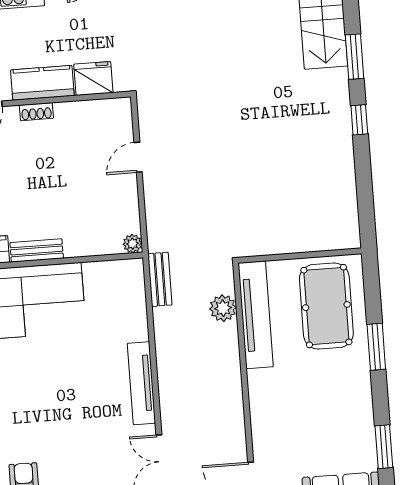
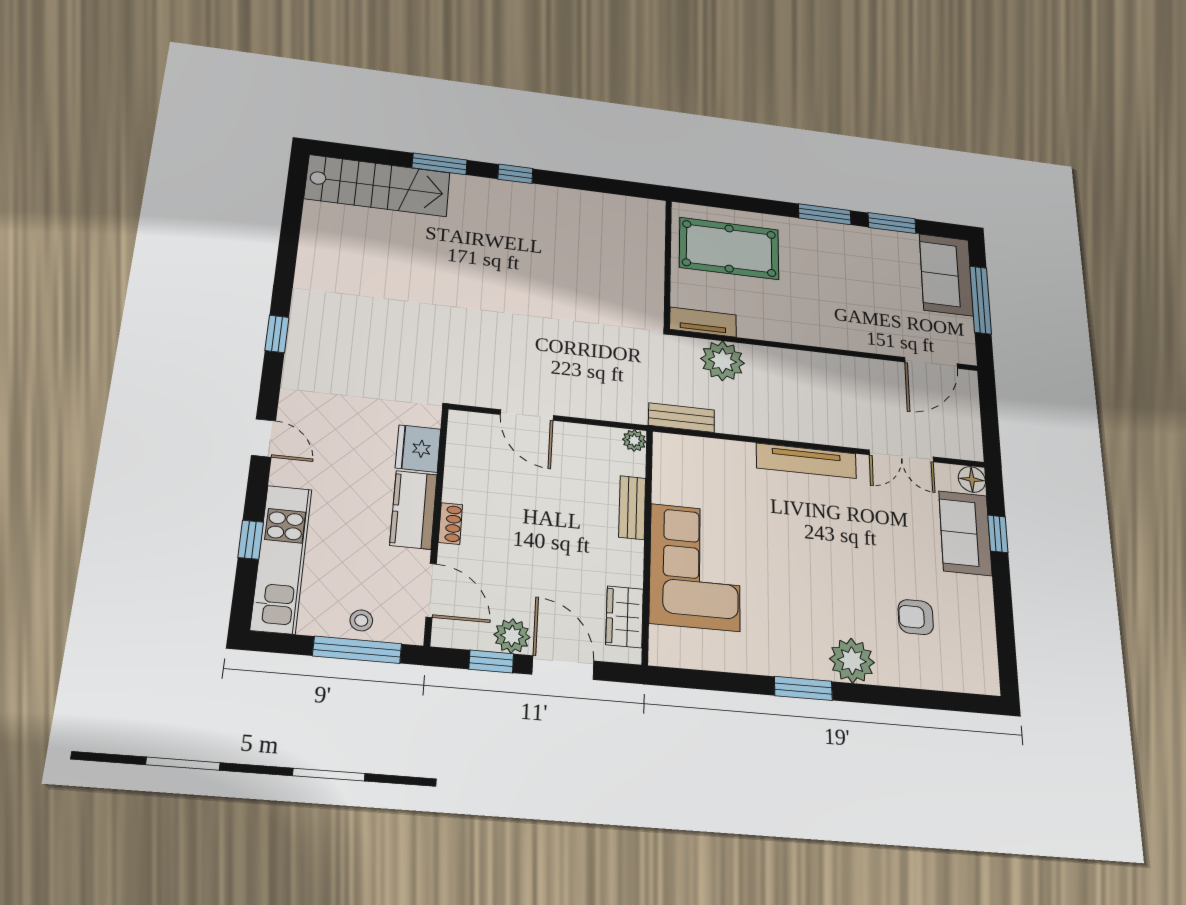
door: (138, 157) -> (527, 415), width x1.38
bench: (37, 250) -> (632, 508), moved
plant: (223, 308) -> (723, 361), width x1.36, depth x1.36
tv unit: (256, 315) -> (703, 322), width x0.52, depth x0.78
window: (376, 347) -> (825, 214), moved

